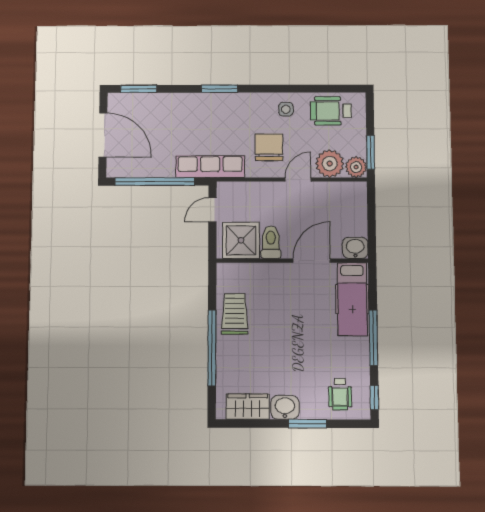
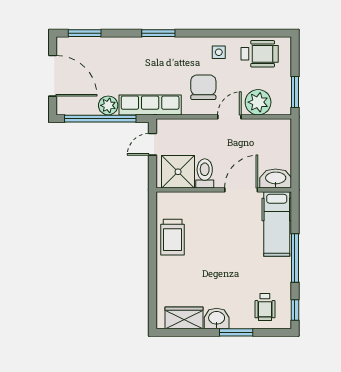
wheelchair: (331, 111) -> (260, 54), turned 180
plant: (356, 167) -> (108, 105), moved
washbasin: (355, 248) -> (276, 178), width x1.38
trolley: (235, 314) -> (173, 237), turned 180
window: (212, 348) -> (152, 267), removed

